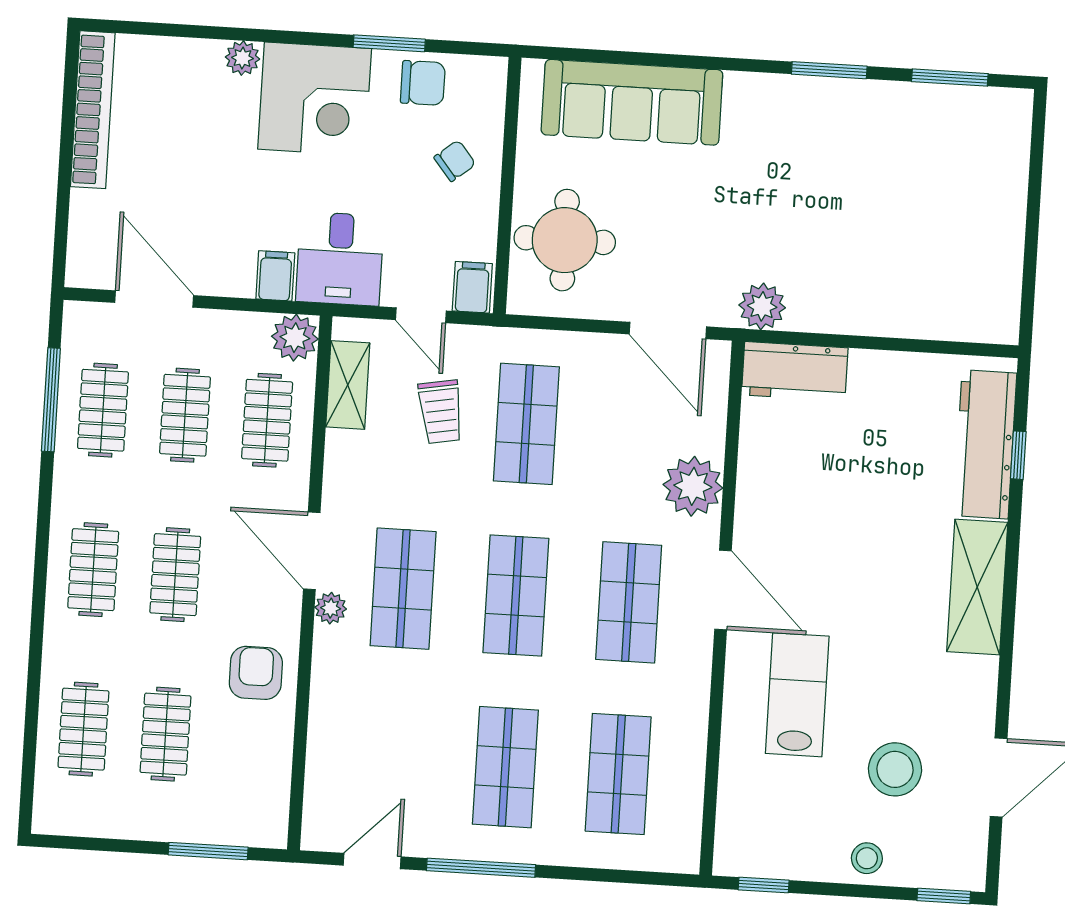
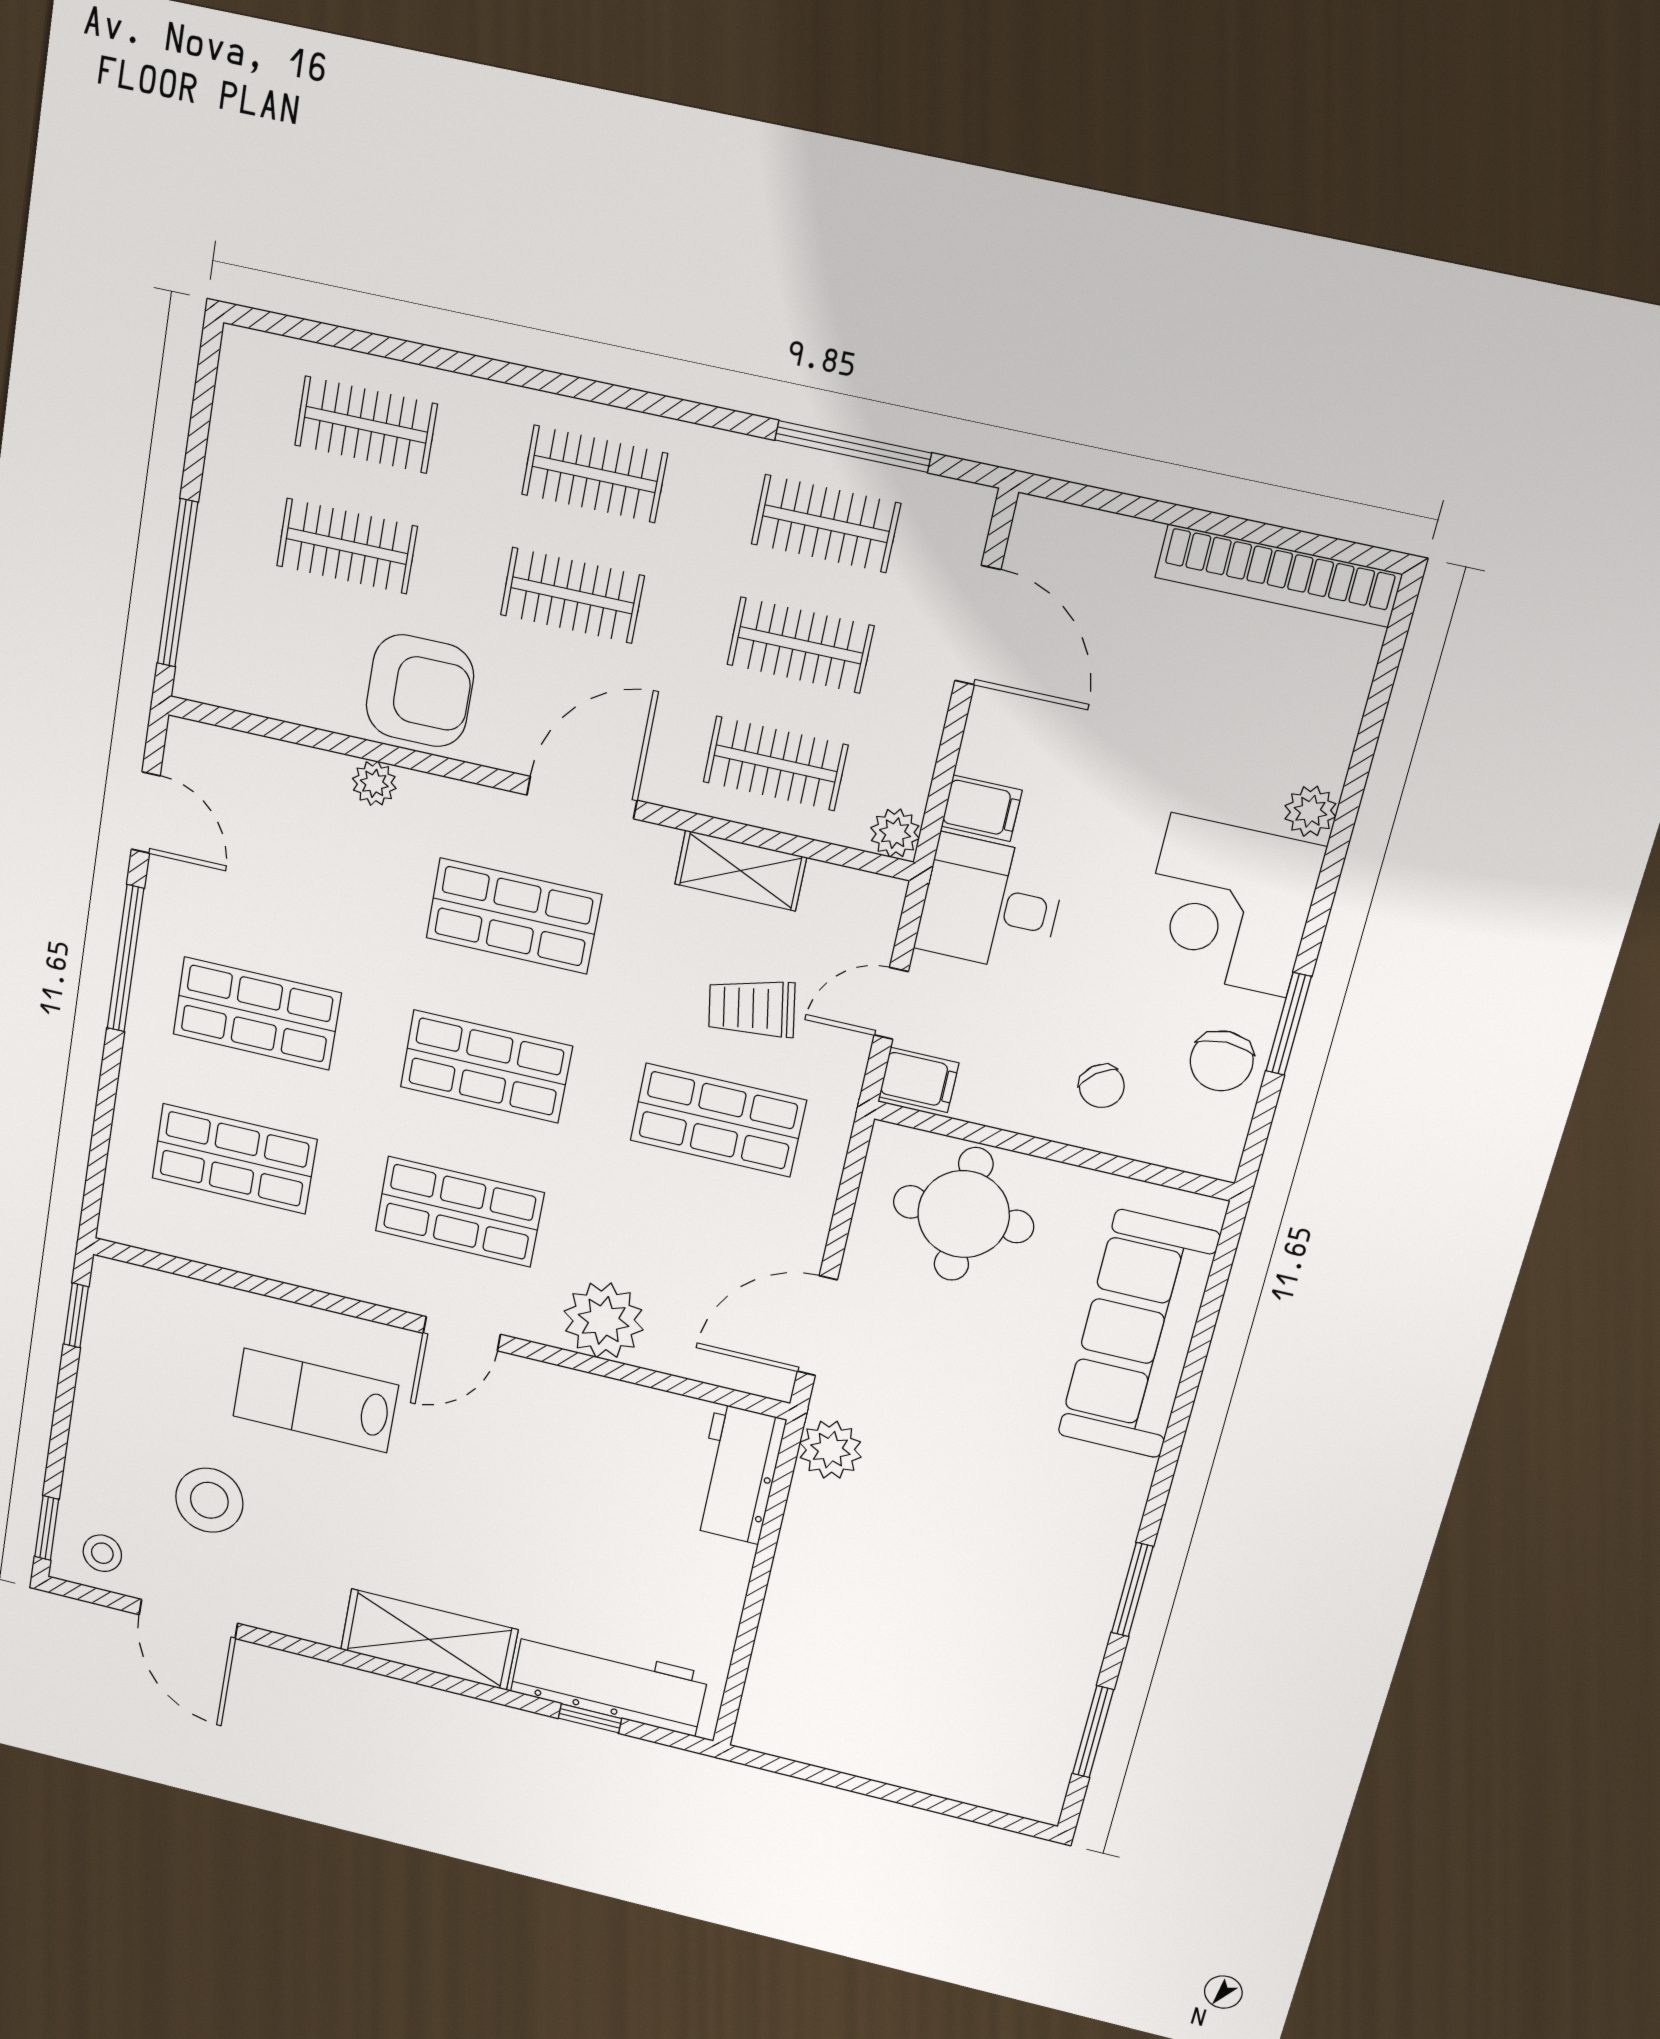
door: (154, 299) -> (978, 625), hinge flipped
plant: (295, 338) -> (895, 833), width x0.73, depth x0.73
shelving: (348, 385) -> (741, 871), moved
door: (723, 590) -> (462, 1334), width x0.73
plant: (331, 608) -> (374, 783), moved
armchair: (256, 673) -> (420, 691), width x1.38, depth x1.38
lab bench: (797, 695) -> (316, 1401), turned 180
window: (208, 851) -> (178, 583), width x1.44
stool: (867, 858) -> (102, 1553), moved

